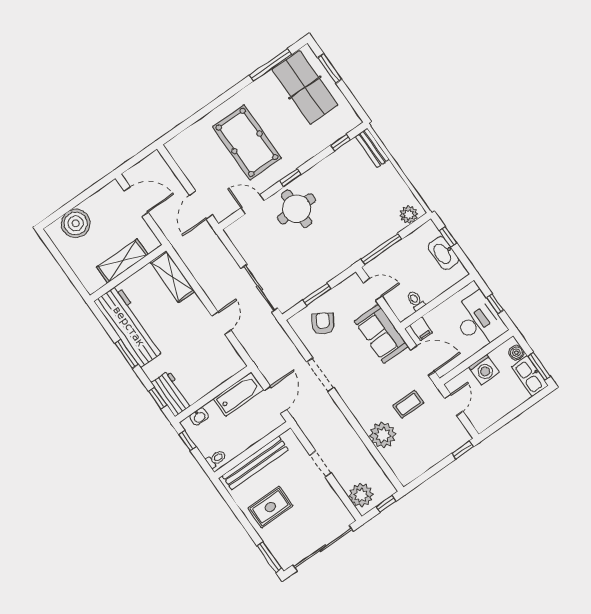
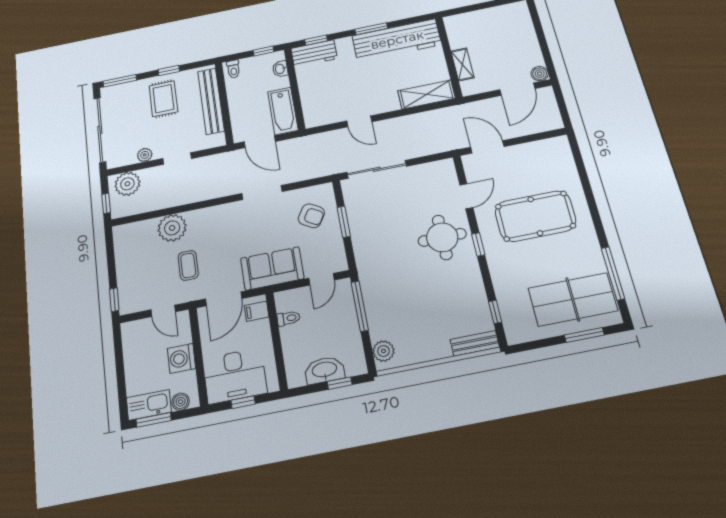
boiler: (76, 223) -> (540, 74), moved, width x0.54, depth x0.54
shelving: (122, 261) -> (462, 64), width x0.67, depth x0.75
plant: (329, 495) -> (145, 155), added
window: (241, 517) -> (169, 71), added

